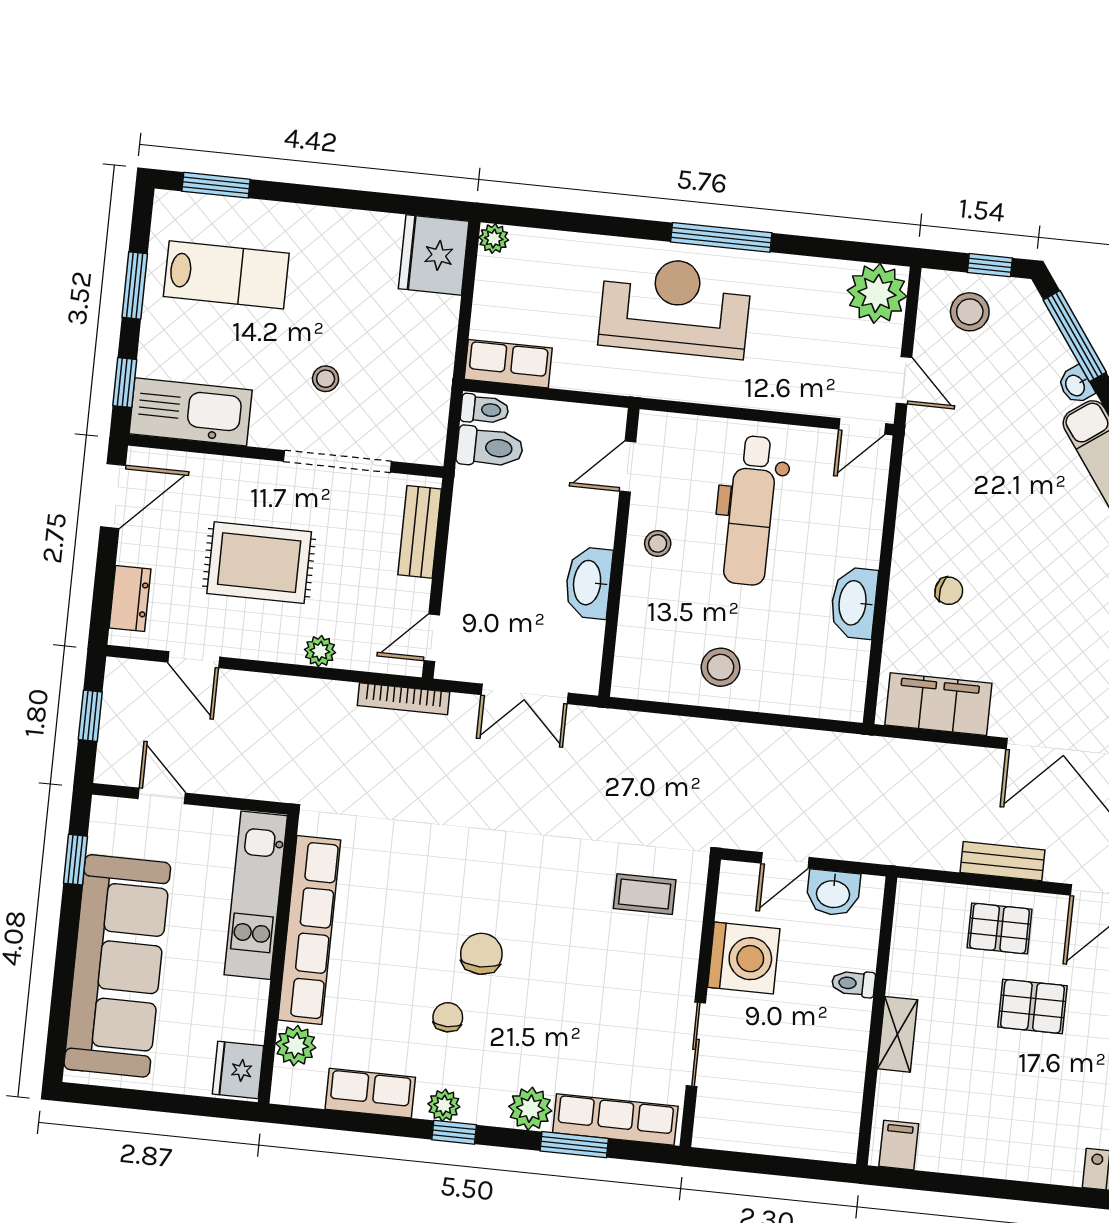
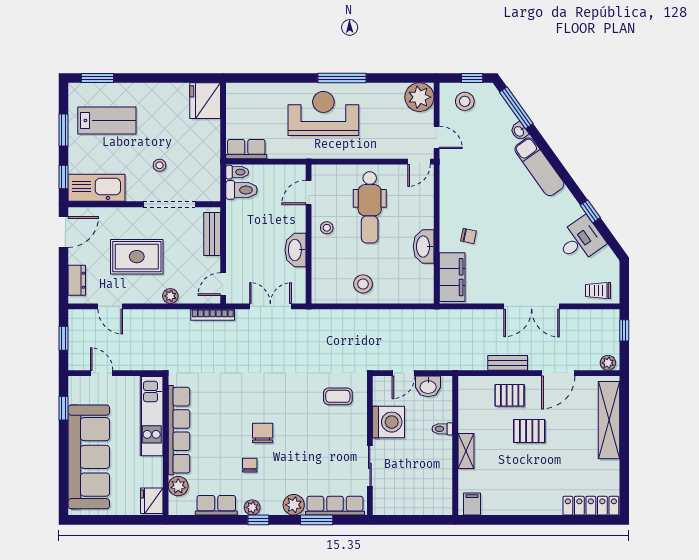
plant: (494, 239) -> (233, 90), removed
double door: (525, 694) -> (270, 306), swing flipped
filing cabinet: (938, 704) -> (452, 277), moved, turned 90

